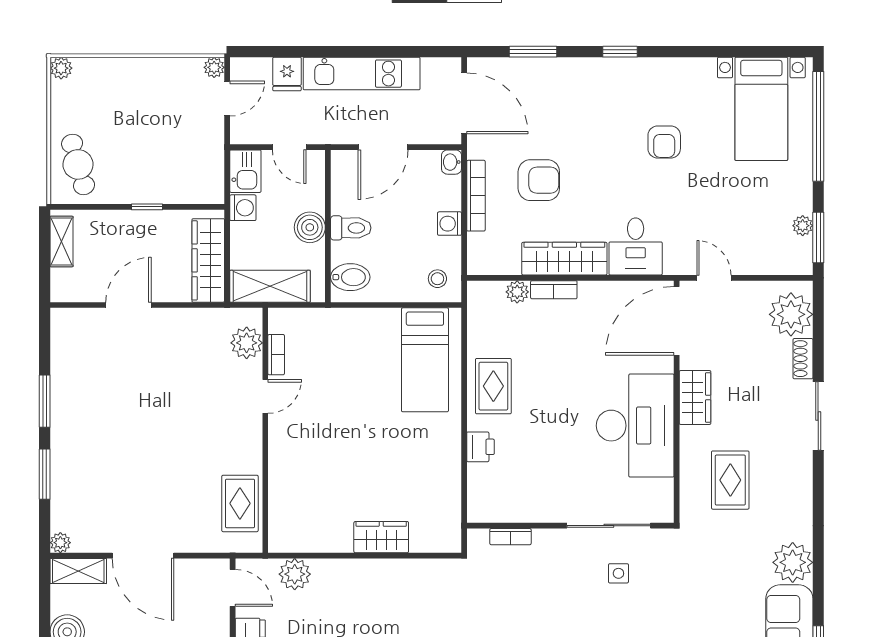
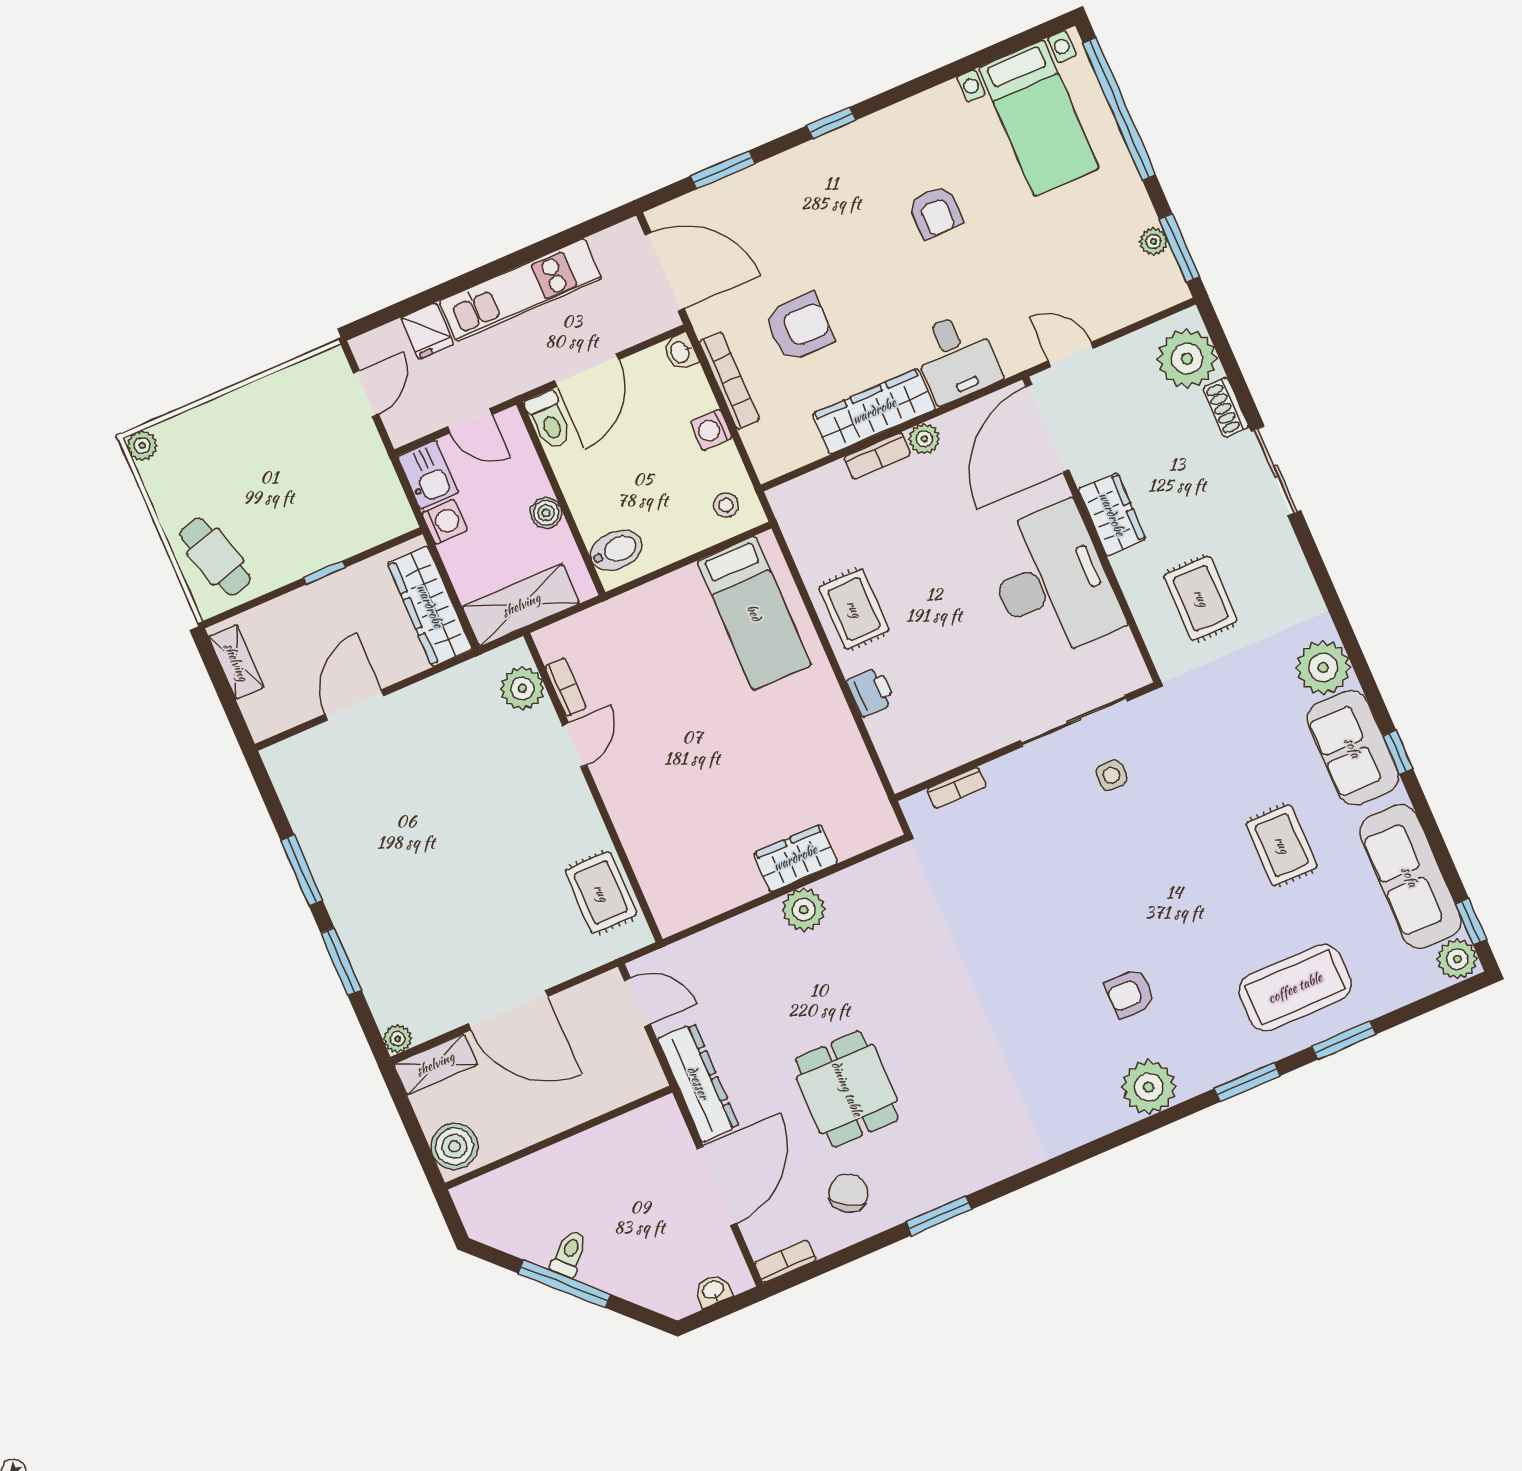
plant: (214, 67) -> (333, 362), removed
boiler: (310, 227) -> (546, 513), width x0.73, depth x0.73
toilet: (351, 228) -> (549, 420), moved, turned 90
plant: (517, 292) -> (924, 439), moved
plant: (295, 574) -> (804, 910), moved

